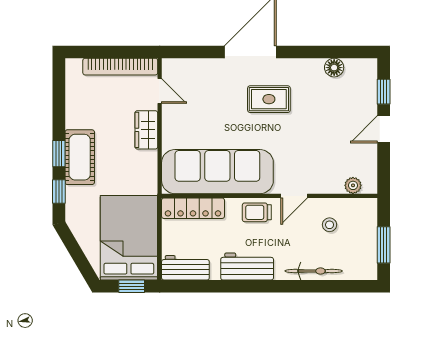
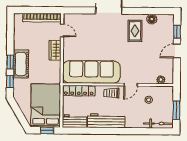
rug: (269, 99) -> (135, 31), moved, turned 90
workbench: (247, 266) -> (106, 121), width x1.38
bicycle: (314, 271) -> (158, 124), moved

